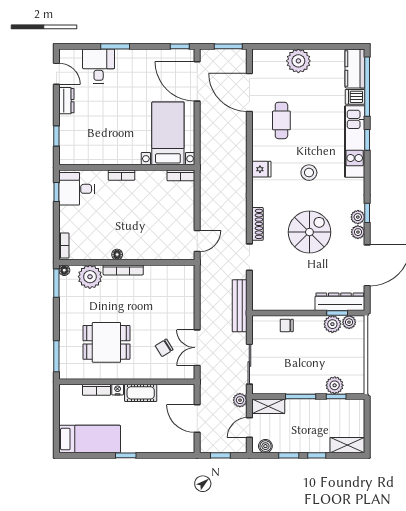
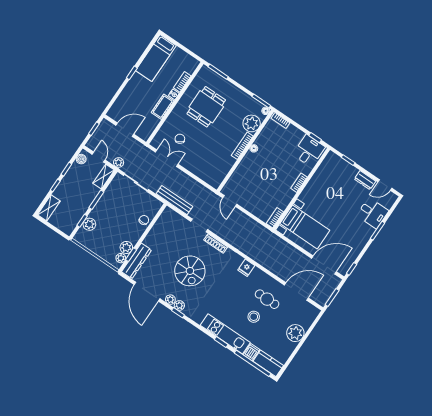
stool: (309, 173) -> (254, 317), moved

